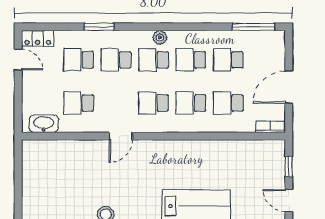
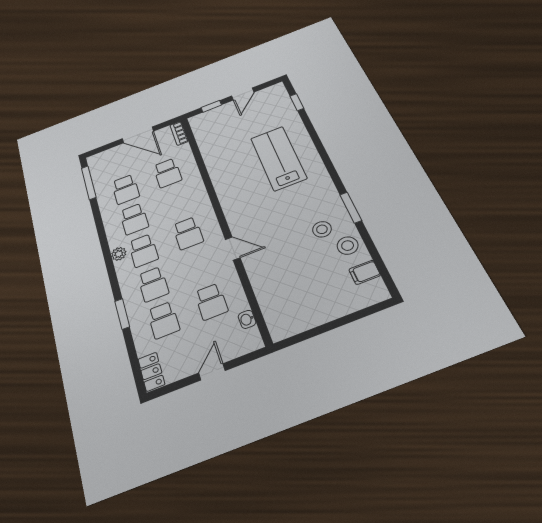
door: (18, 60) -> (212, 372), moved
school desk: (191, 103) -> (177, 202), removed
washbasin: (44, 124) -> (247, 319), width x0.52, depth x0.69

